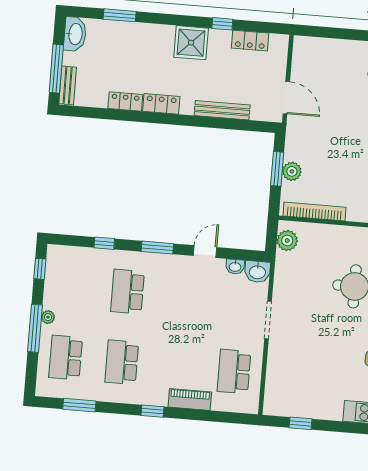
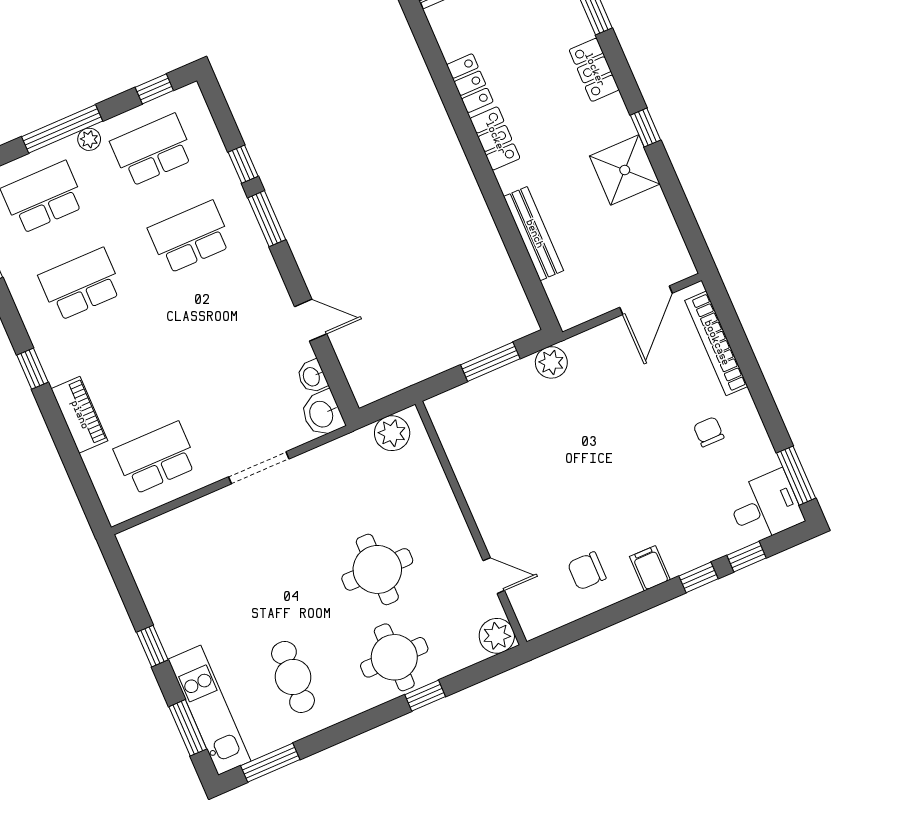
window: (222, 24) -> (645, 128), moved
locker: (250, 41) -> (594, 70), moved
shower: (191, 43) -> (625, 170), moved
door: (286, 98) -> (646, 300), moved
plant: (292, 171) -> (551, 362), moved
bookcase: (314, 212) -> (716, 343), moved, turned 180
window: (157, 248) -> (267, 219), moved
school desk: (71, 287) -> (152, 150), added
window: (301, 423) -> (152, 646), moved

